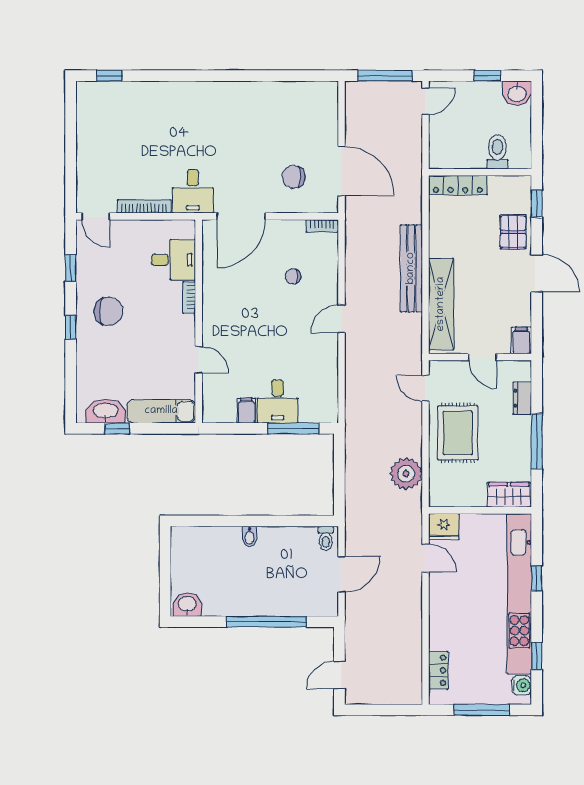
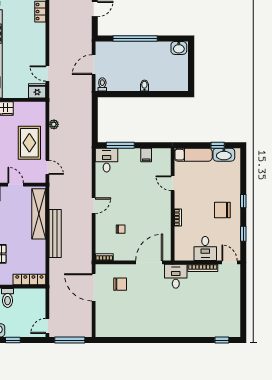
desk: (174, 260) -> (205, 248), moved, turned -90
desk: (278, 402) -> (107, 160), moved
plant: (406, 474) -> (54, 124), width x0.53, depth x0.53

